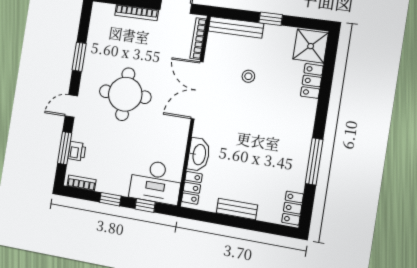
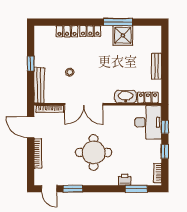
shower: (311, 46) -> (123, 35), moved
door: (71, 106) -> (49, 189), moved
printer: (77, 151) -> (125, 180), moved
locker: (293, 208) -> (90, 31), moved

